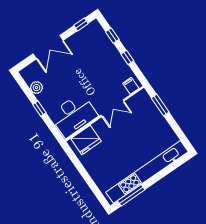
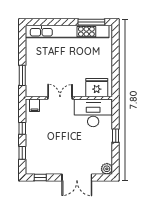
double door: (48, 47) -> (77, 178), swing flipped
plant: (36, 88) -> (107, 169), moved

